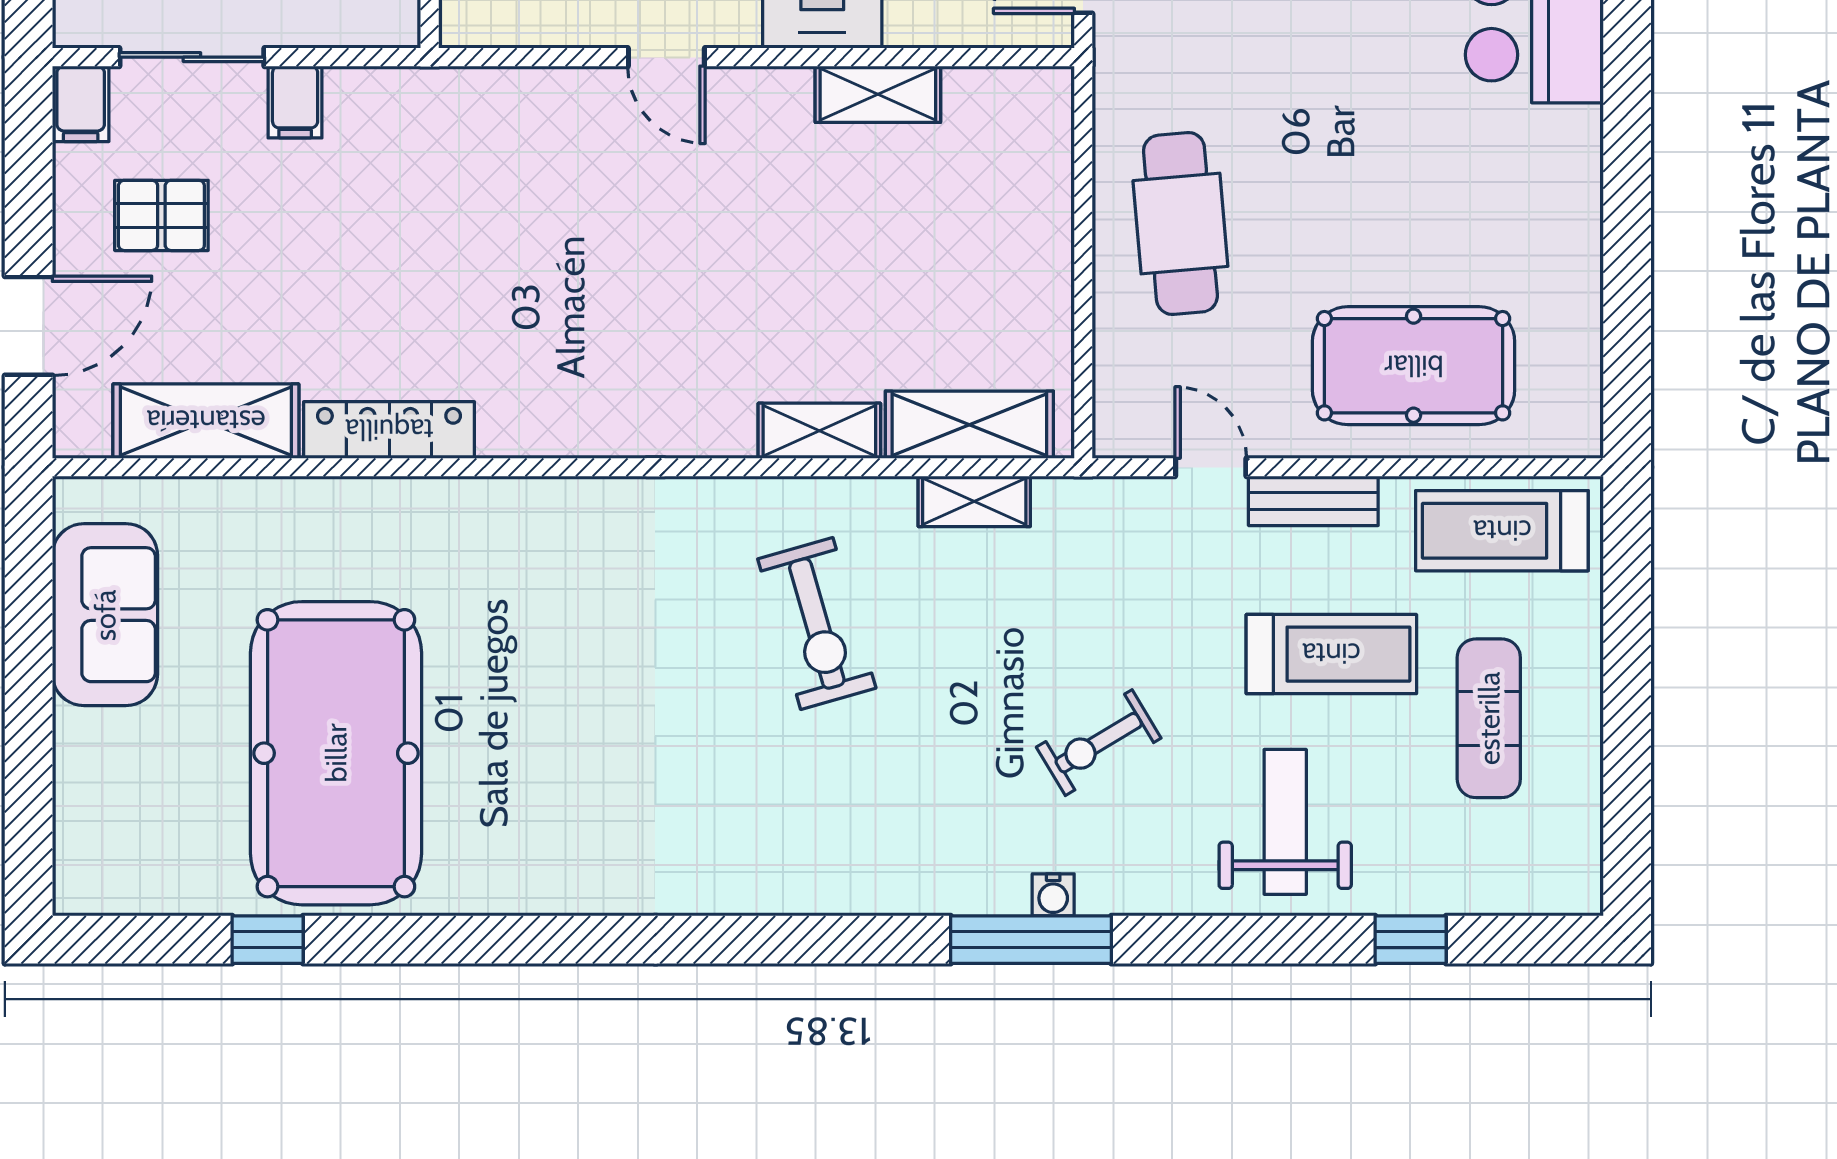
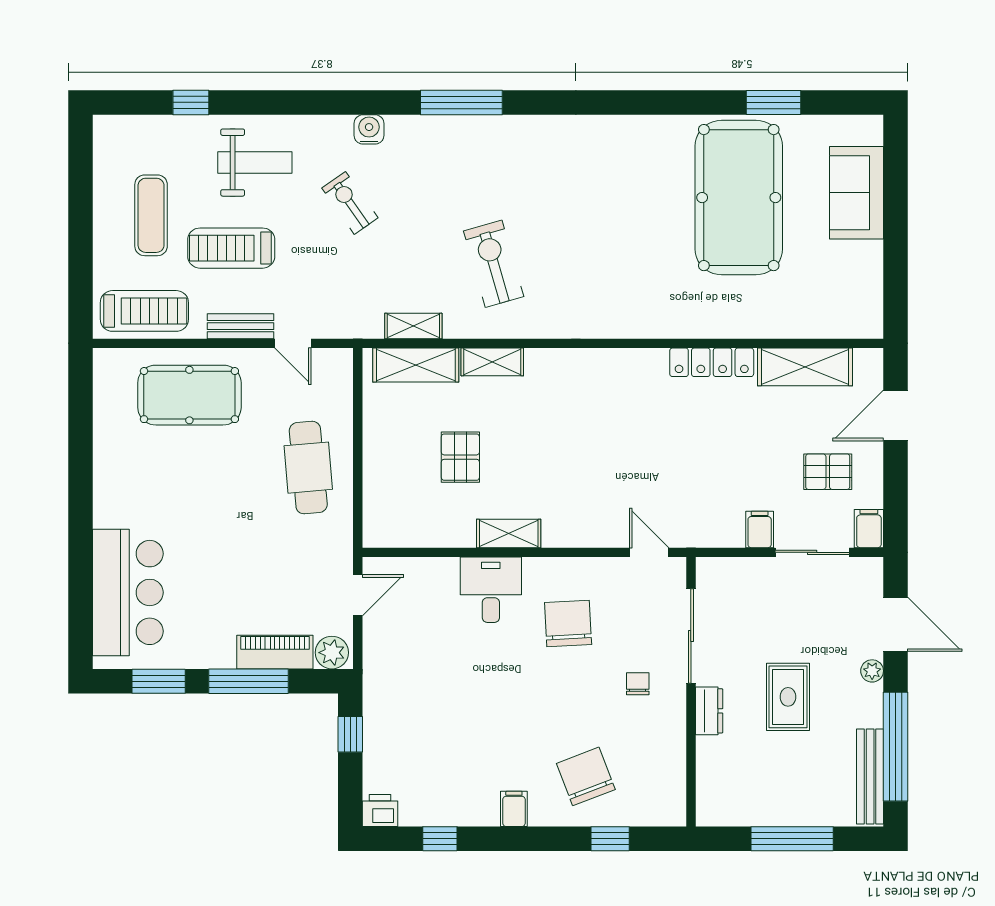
door: (666, 57) -> (649, 552), moved
shelving: (878, 94) -> (509, 533), moved
pallet: (882, 244) -> (460, 457), added
sofa: (105, 615) -> (857, 193), moved
exercise bike: (1099, 743) -> (350, 203), turned -94
weight bench: (1285, 822) -> (255, 163), turned -90
water cooler: (1053, 895) -> (369, 129), width x1.38, depth x1.38
window: (268, 940) -> (774, 102), width x1.50
window: (1031, 940) -> (461, 102), moved

